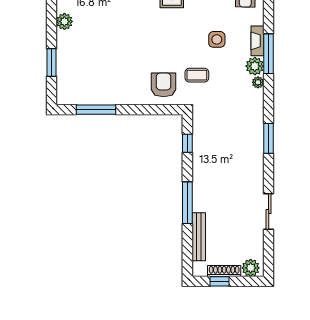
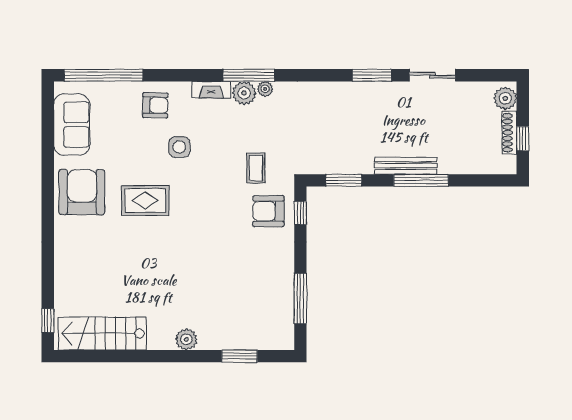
side table: (217, 39) -> (179, 147), moved
window: (269, 54) -> (249, 75), moved
window: (162, 110) -> (300, 213), added
window: (269, 138) -> (372, 75), moved
window: (187, 143) -> (344, 180), width x1.50
bench: (199, 237) -> (406, 166), moved

